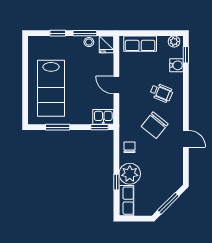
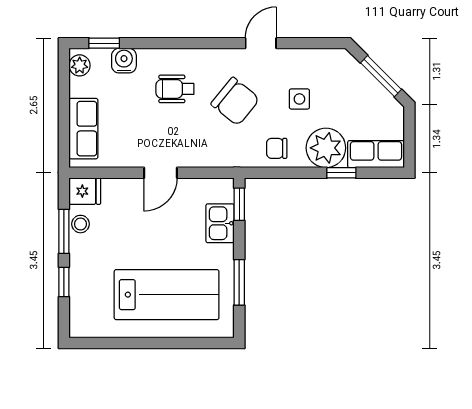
wheelchair: (161, 93) -> (175, 89), turned -113
kitchen sink: (103, 117) -> (220, 223), moved
side table: (156, 160) -> (299, 99), added

